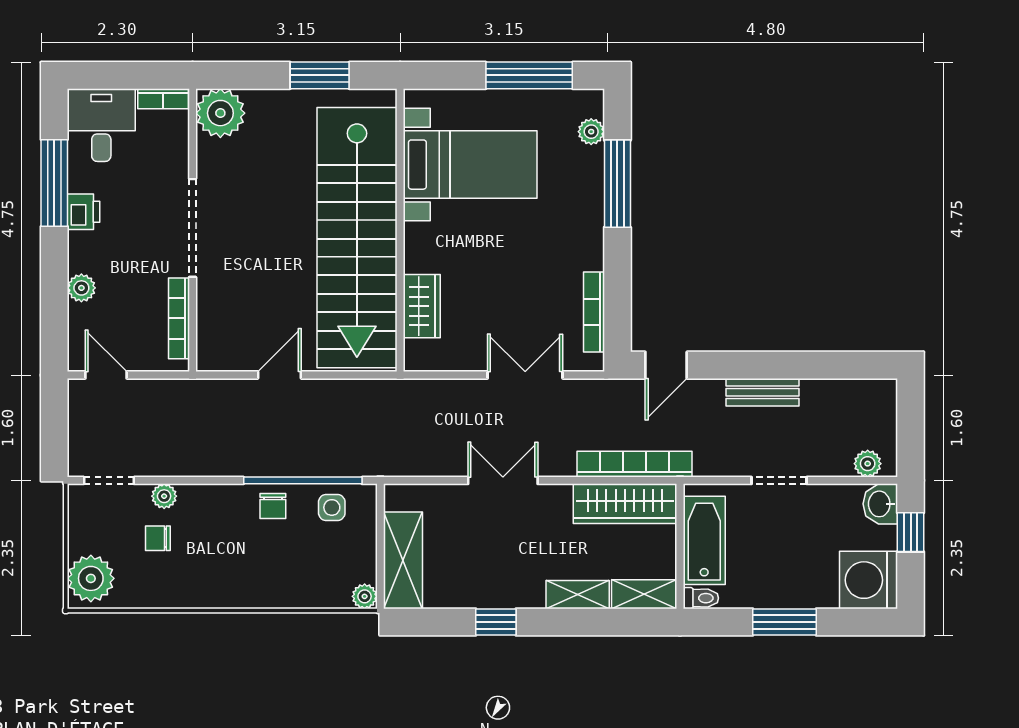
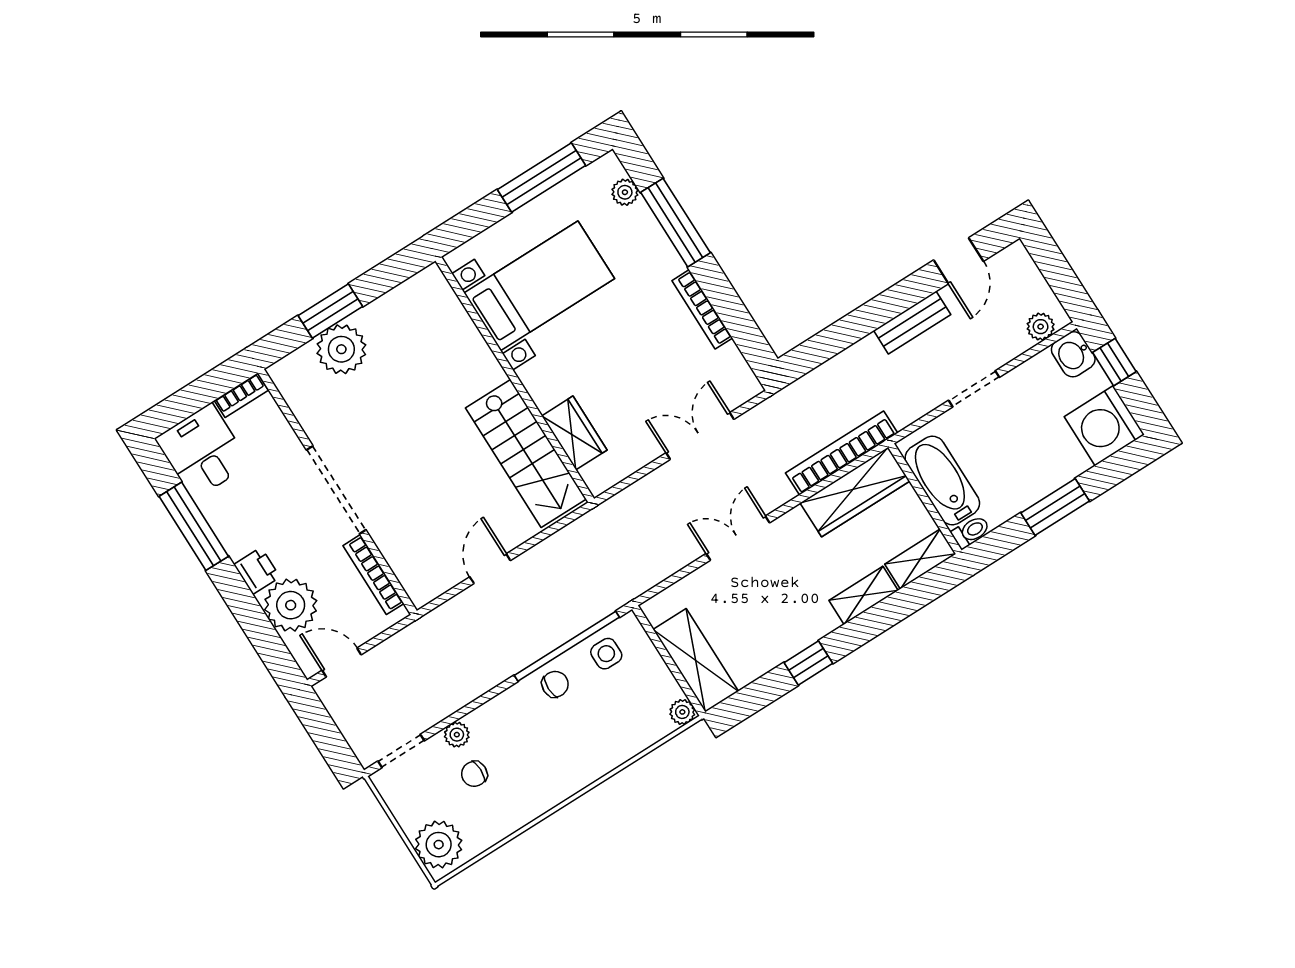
window: (320, 75) -> (330, 311), moved
plant: (220, 113) -> (341, 349), moved
printer: (84, 212) -> (257, 571), moved
stairs: (357, 238) -> (526, 454), width x0.54, depth x0.66
plant: (81, 288) -> (291, 605), width x1.88, depth x1.88
bookcase: (594, 312) -> (702, 309), moved
door: (666, 365) -> (958, 261), moved
chair: (273, 506) -> (555, 684), turned -90

